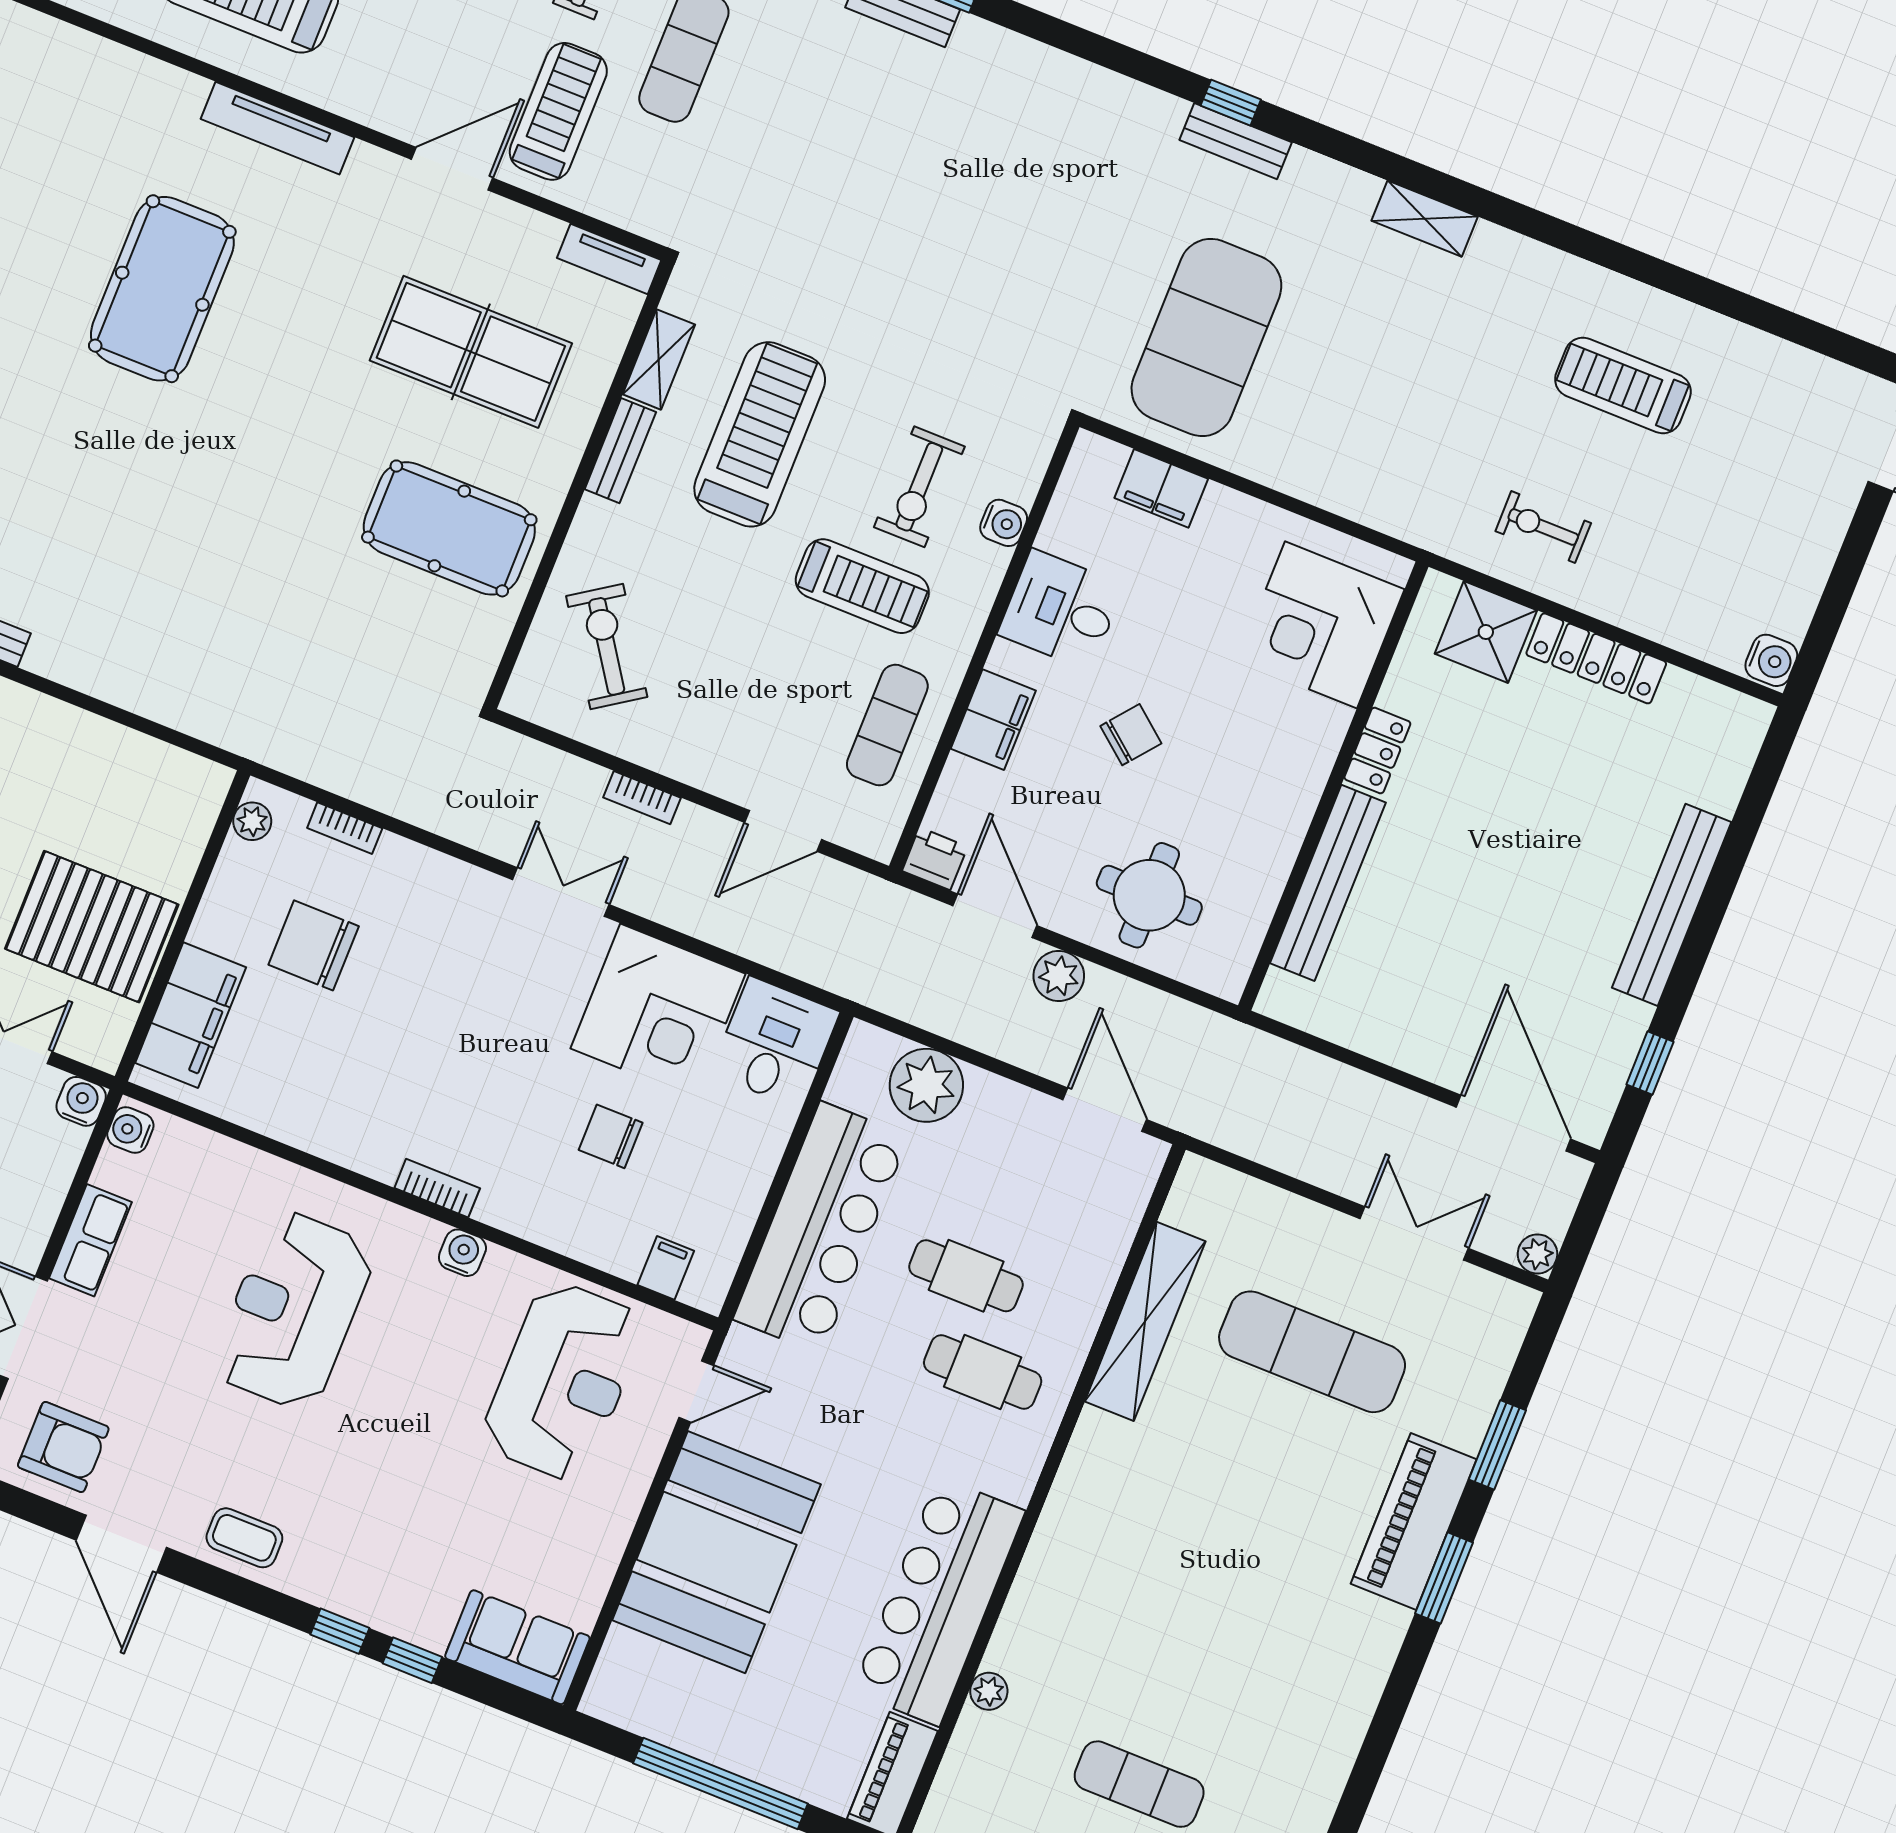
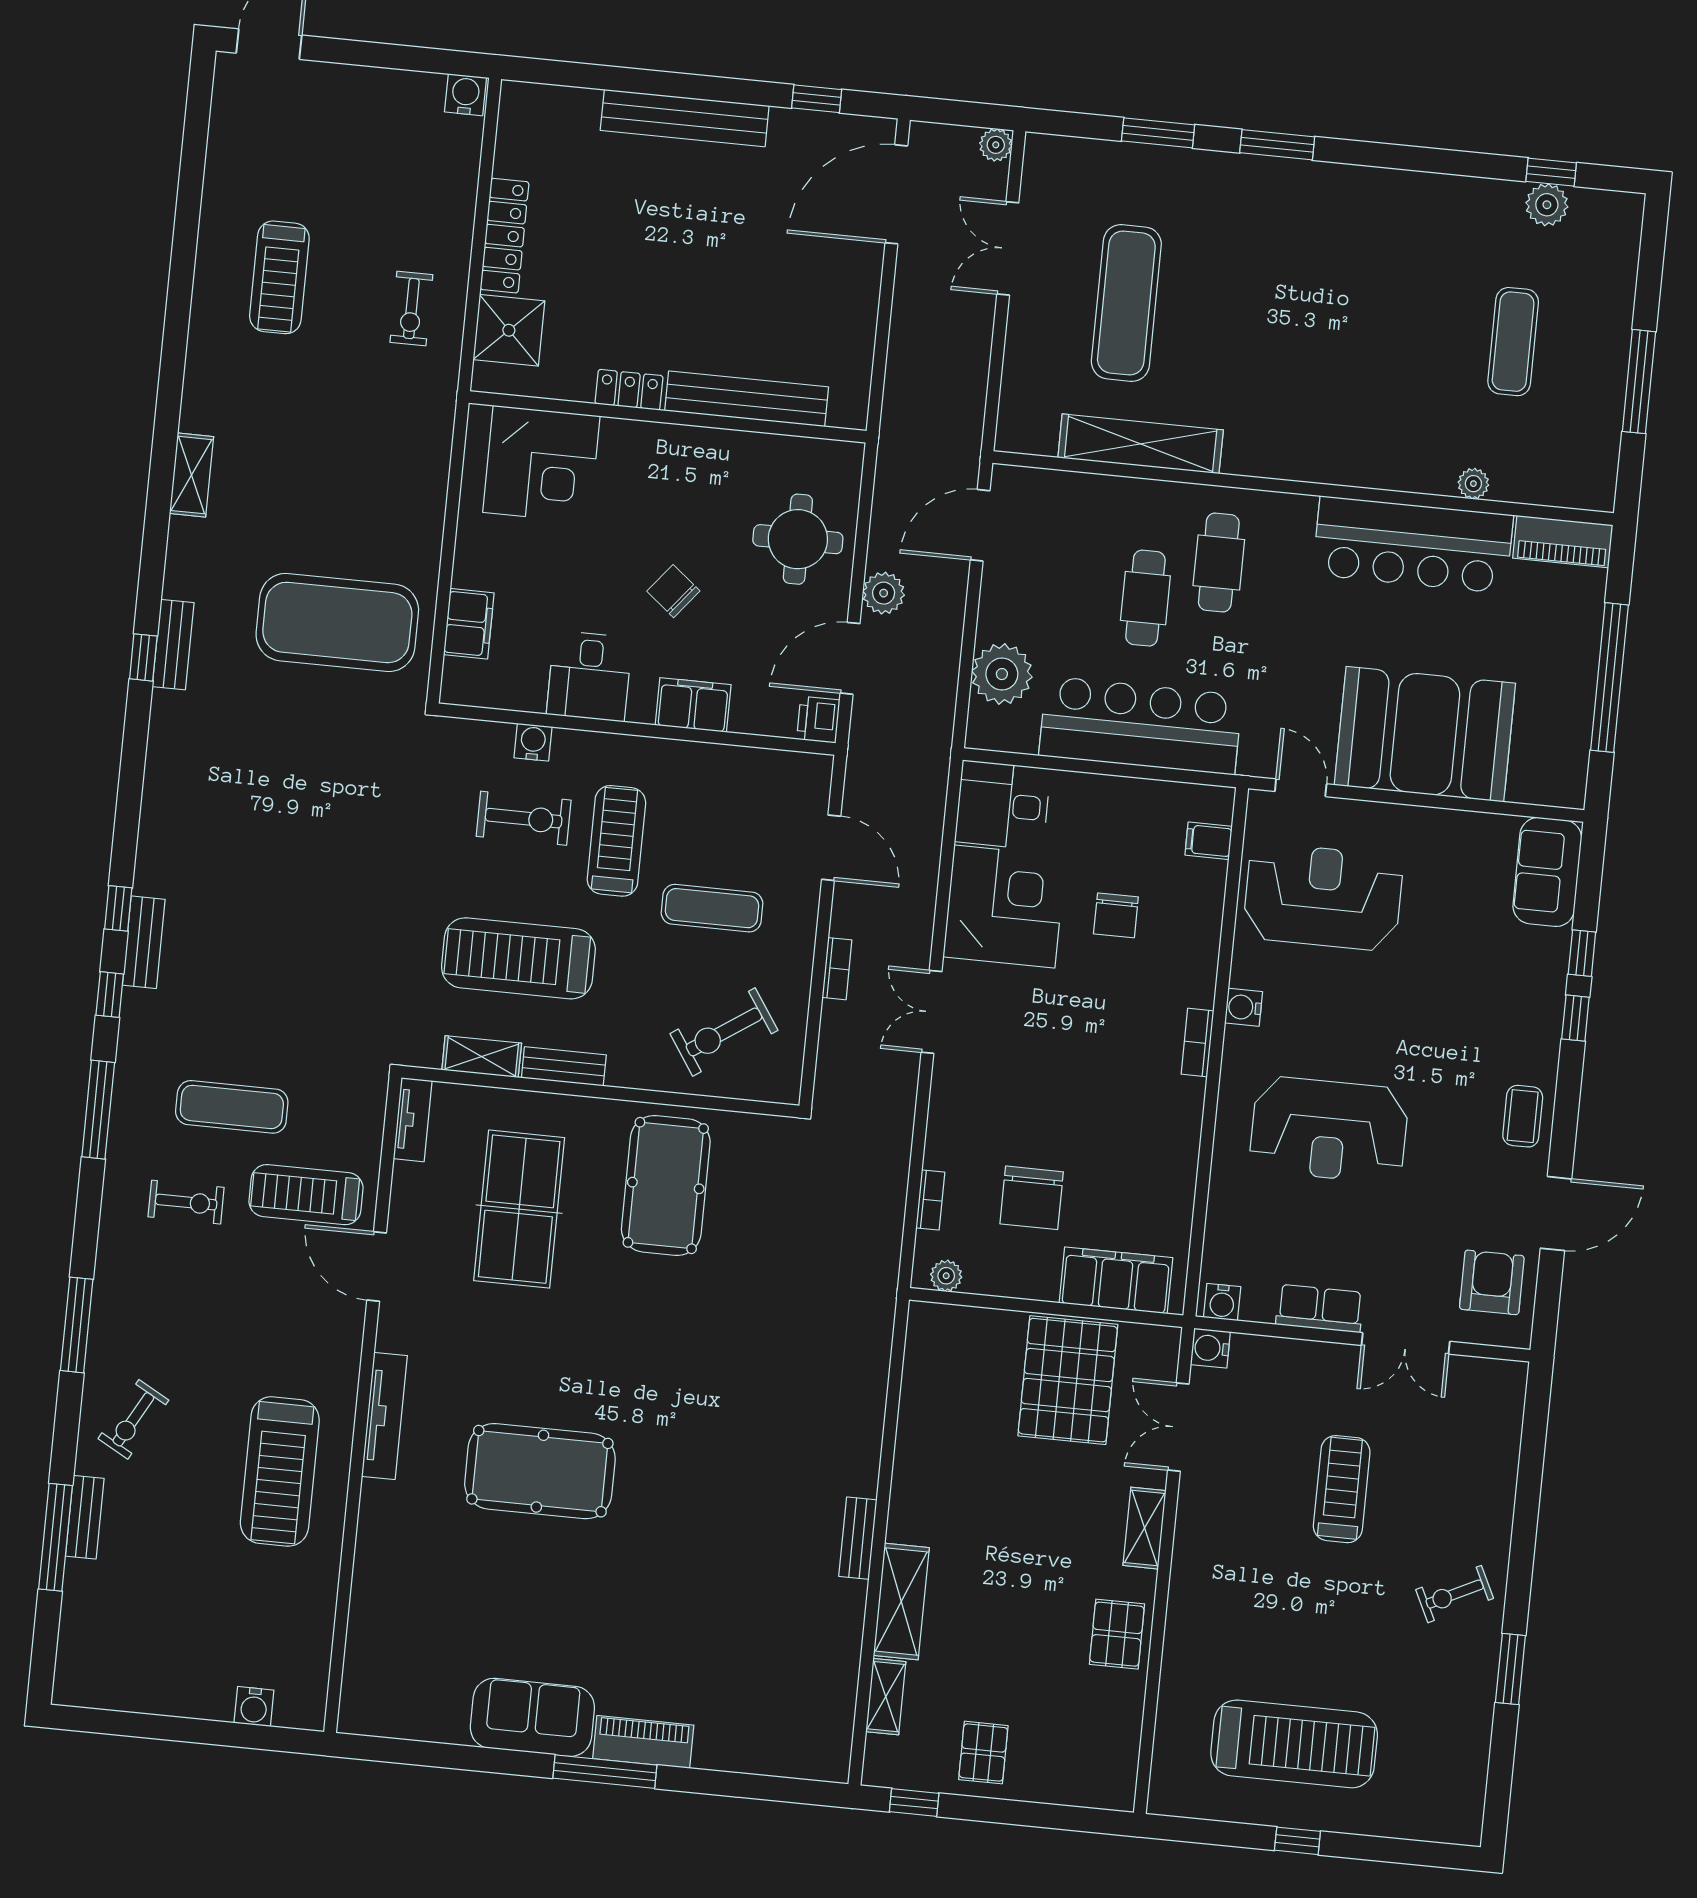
exercise mat: (887, 725) -> (712, 908), moved
piano: (1414, 1522) -> (1239, 182), removed

